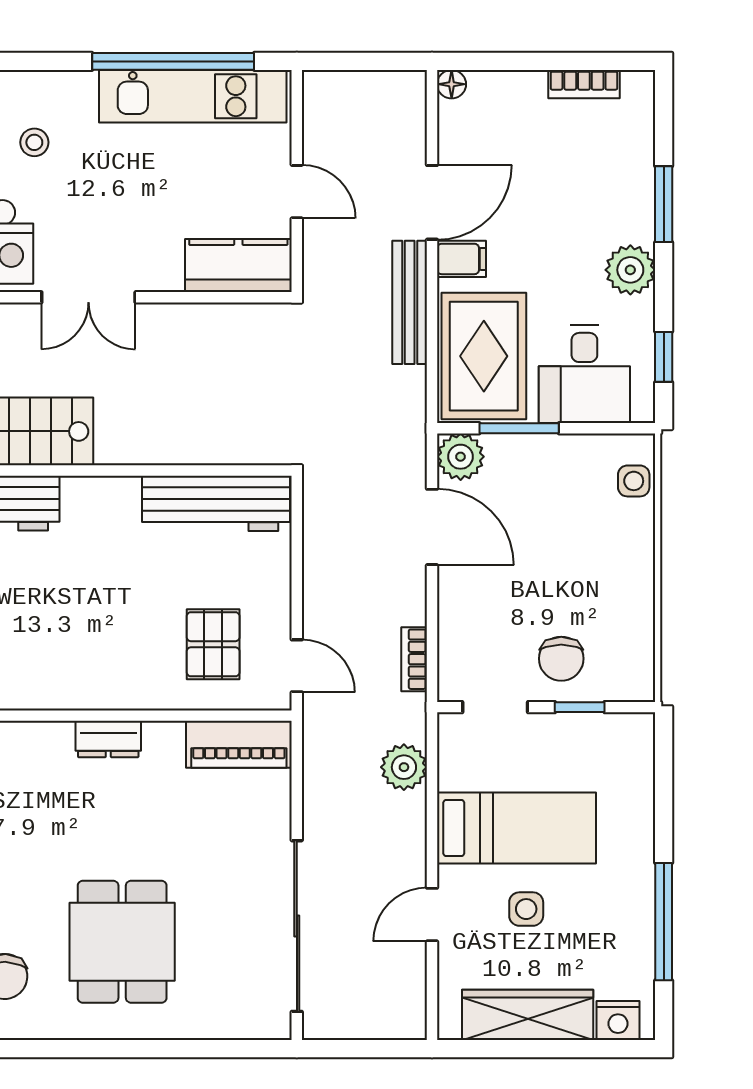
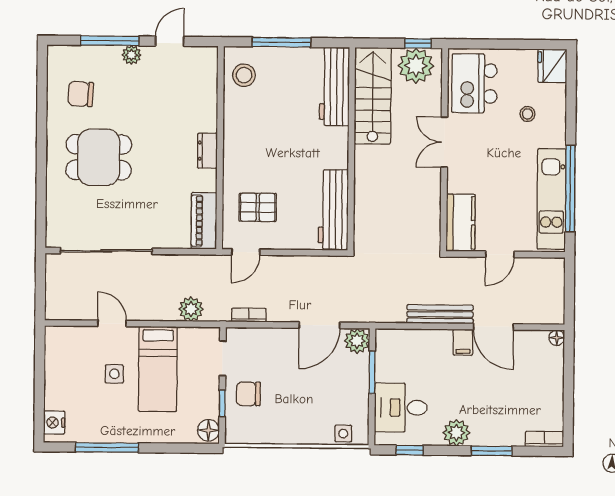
bookcase: (584, 84) -> (544, 439), moved, turned 90
rug: (484, 356) -> (411, 354), removed
floor lamp: (630, 733) -> (208, 430), added
wardrobe: (528, 1015) -> (58, 374), removed

